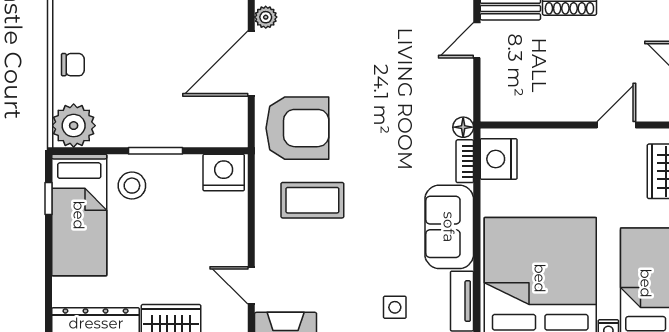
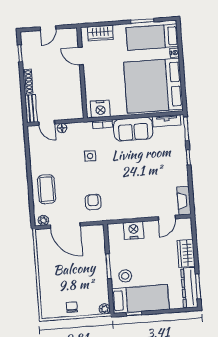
plant: (74, 126) -> (105, 309), width x0.53, depth x0.53
floor lamp: (463, 127) -> (62, 128), moved
armchair: (297, 128) -> (93, 202), width x0.53, depth x0.53
nightstand: (224, 173) -> (134, 230), moved, turned 90
coffee table: (312, 200) -> (47, 189), moved
side table: (395, 307) -> (90, 156), moved

